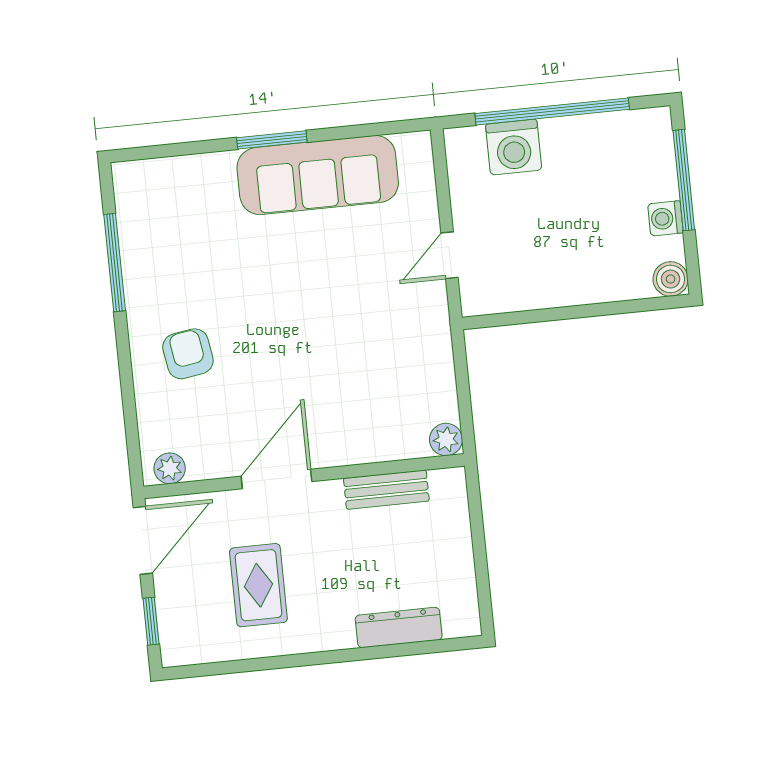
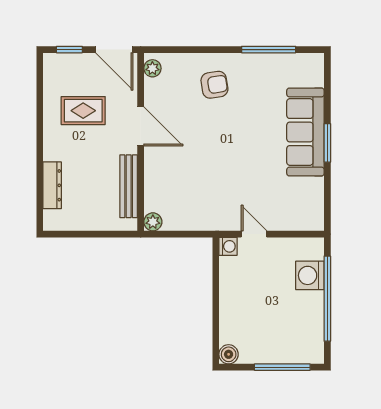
sofa: (318, 175) -> (305, 132), moved
washing machine: (665, 218) -> (228, 246), moved, turned 90
bench: (386, 490) -> (129, 186), width x1.36

